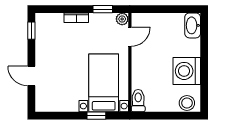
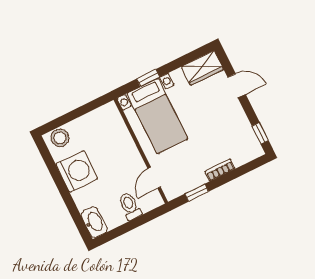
plant: (122, 19) -> (171, 192), removed
toilet: (138, 101) -> (130, 206), moved, turned 180
wardrobe: (51, 103) -> (202, 68), added

